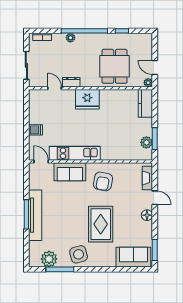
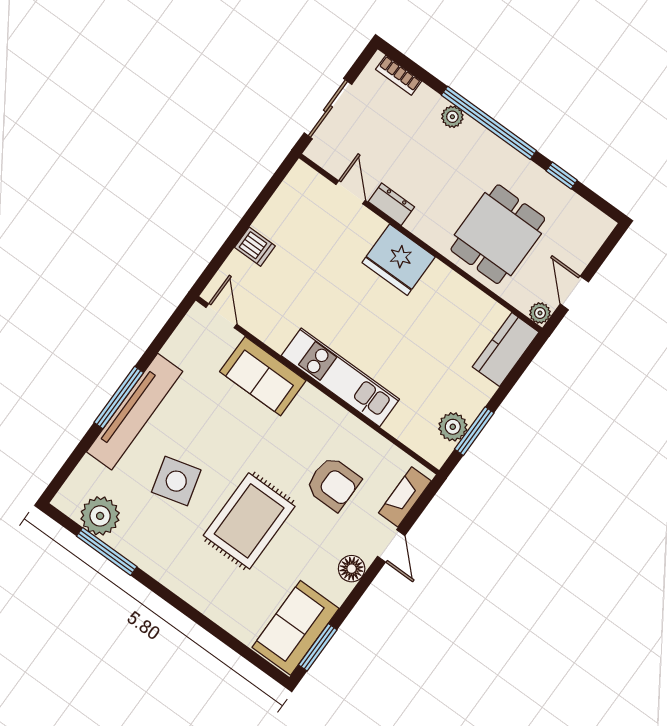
kitchen unit: (75, 153) -> (340, 377), moved
armchair: (103, 181) -> (333, 484), moved, turned -100
side table: (79, 254) -> (176, 481), moved
sofa: (133, 257) -> (295, 628), moved, turned -90

